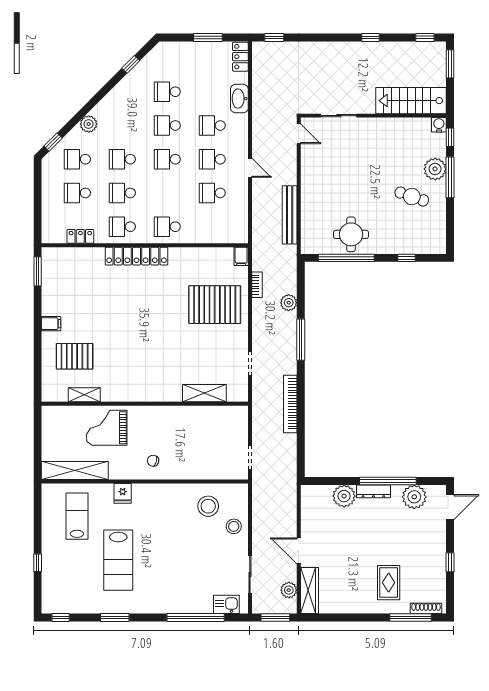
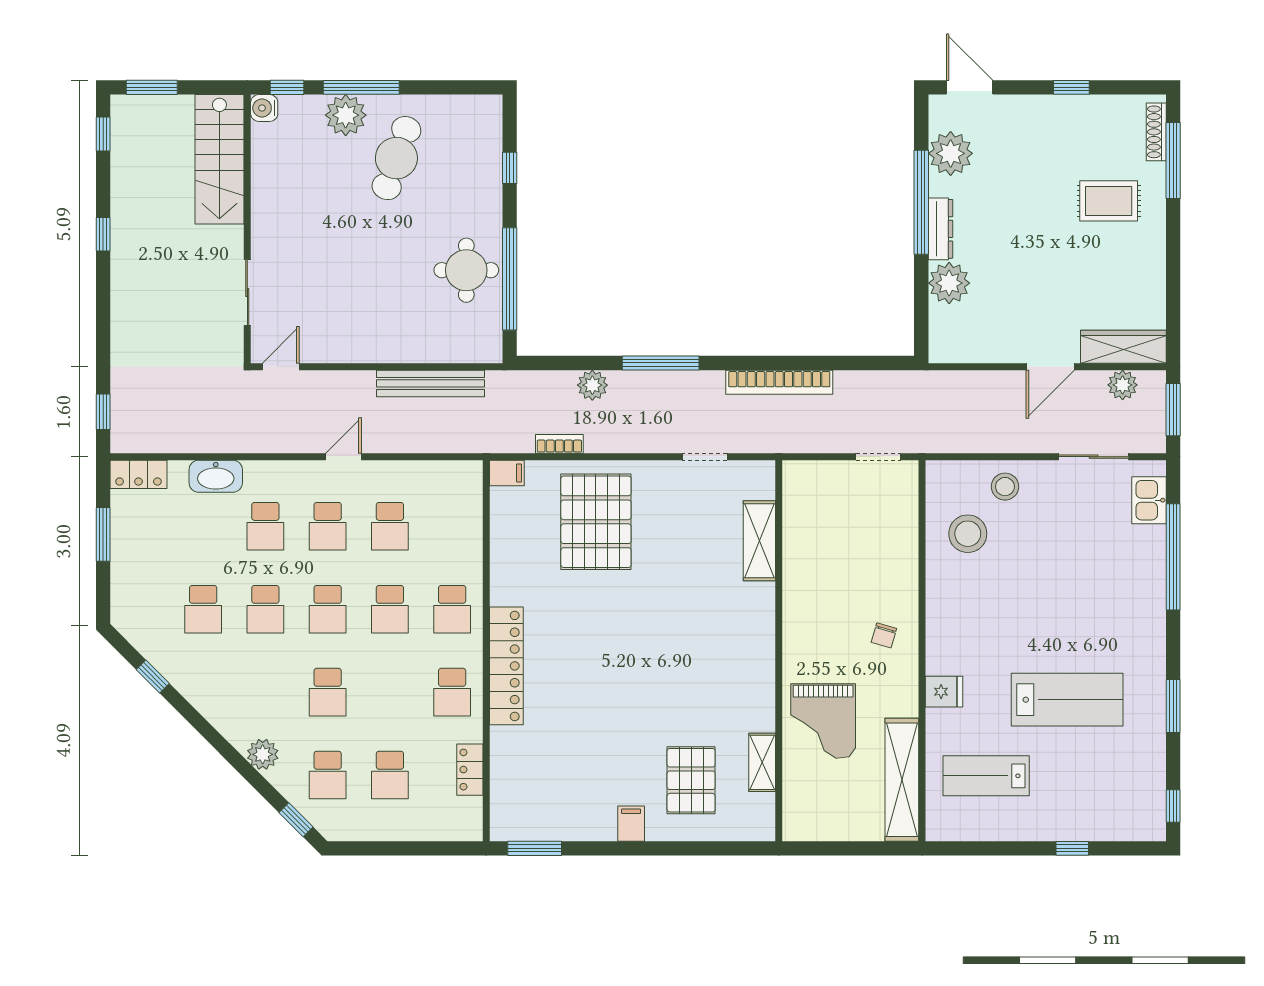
school desk: (122, 193) -> (390, 609), moved
cafe table: (412, 196) -> (396, 158), width x1.37, depth x1.35

